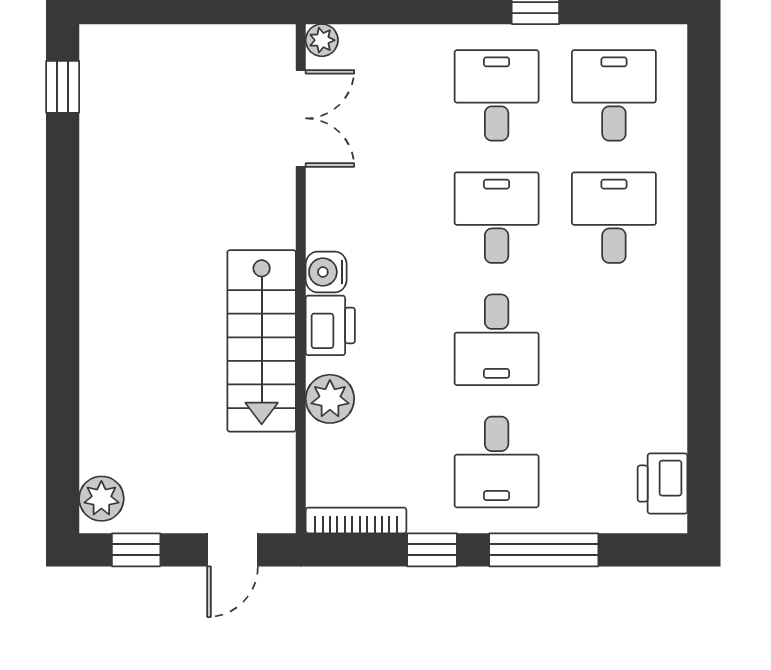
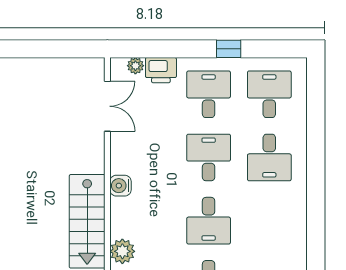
plant: (322, 40) -> (135, 66), moved
desk: (614, 218) -> (269, 157), turned 180
printer: (330, 325) -> (161, 70), moved, turned 90

